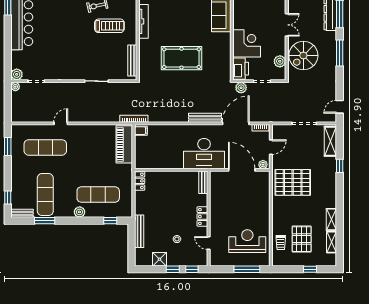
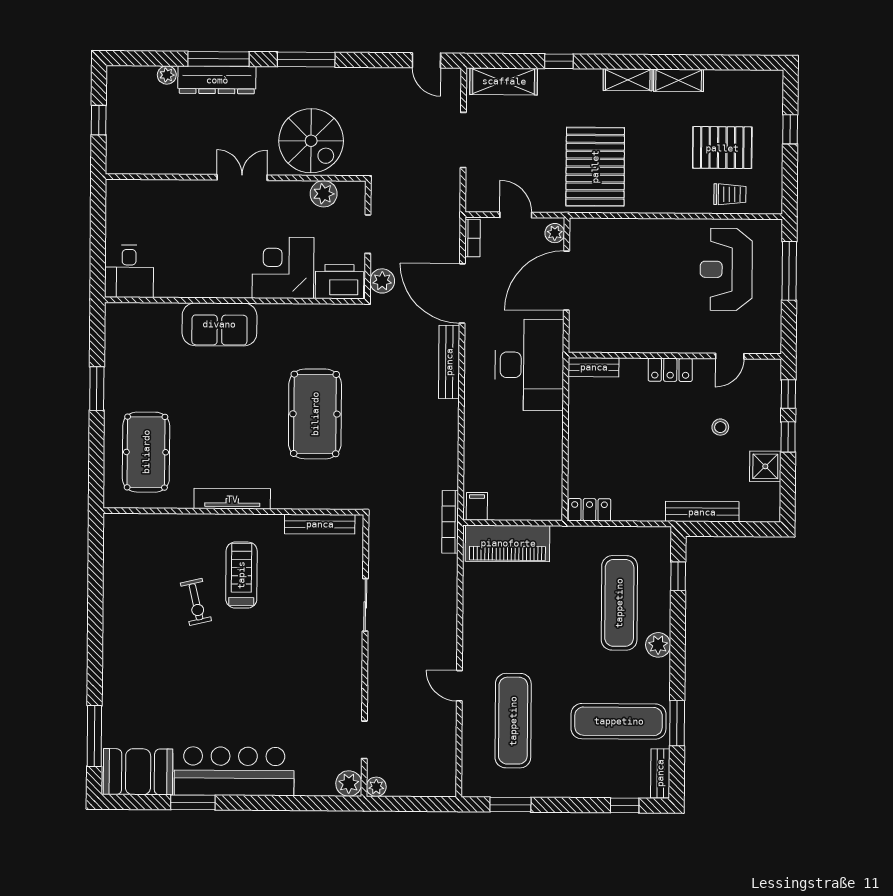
shelving: (332, 242) -> (628, 80), moved

